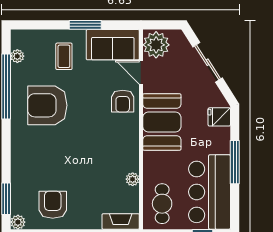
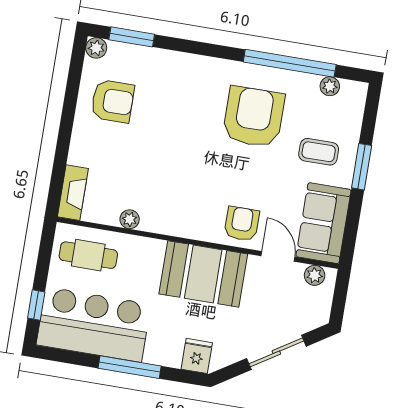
window: (85, 25) -> (362, 167), moved
plant: (156, 45) -> (315, 275), width x0.53, depth x0.53
door: (141, 72) -> (278, 256), hinge flipped
armchair: (123, 101) -> (242, 224), turned 90

